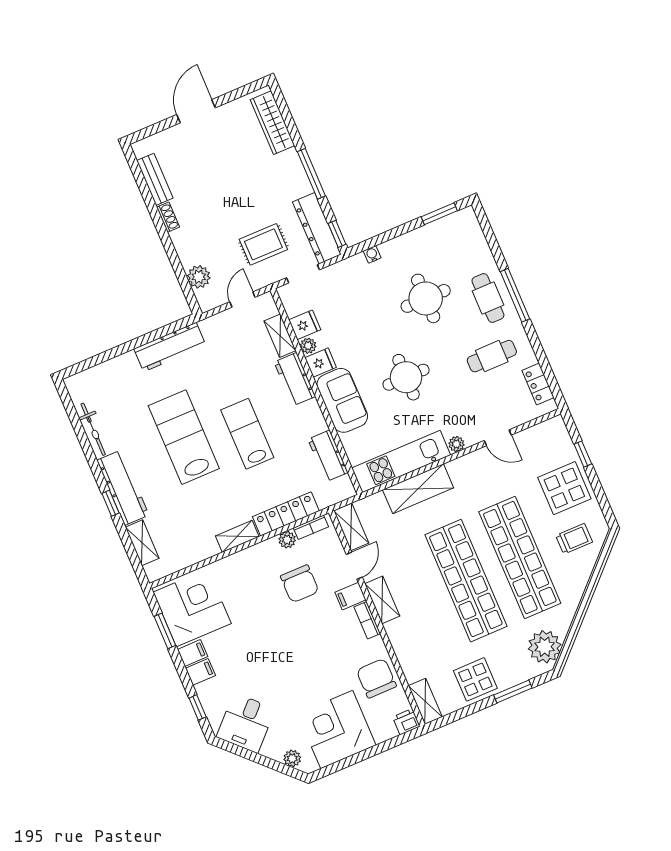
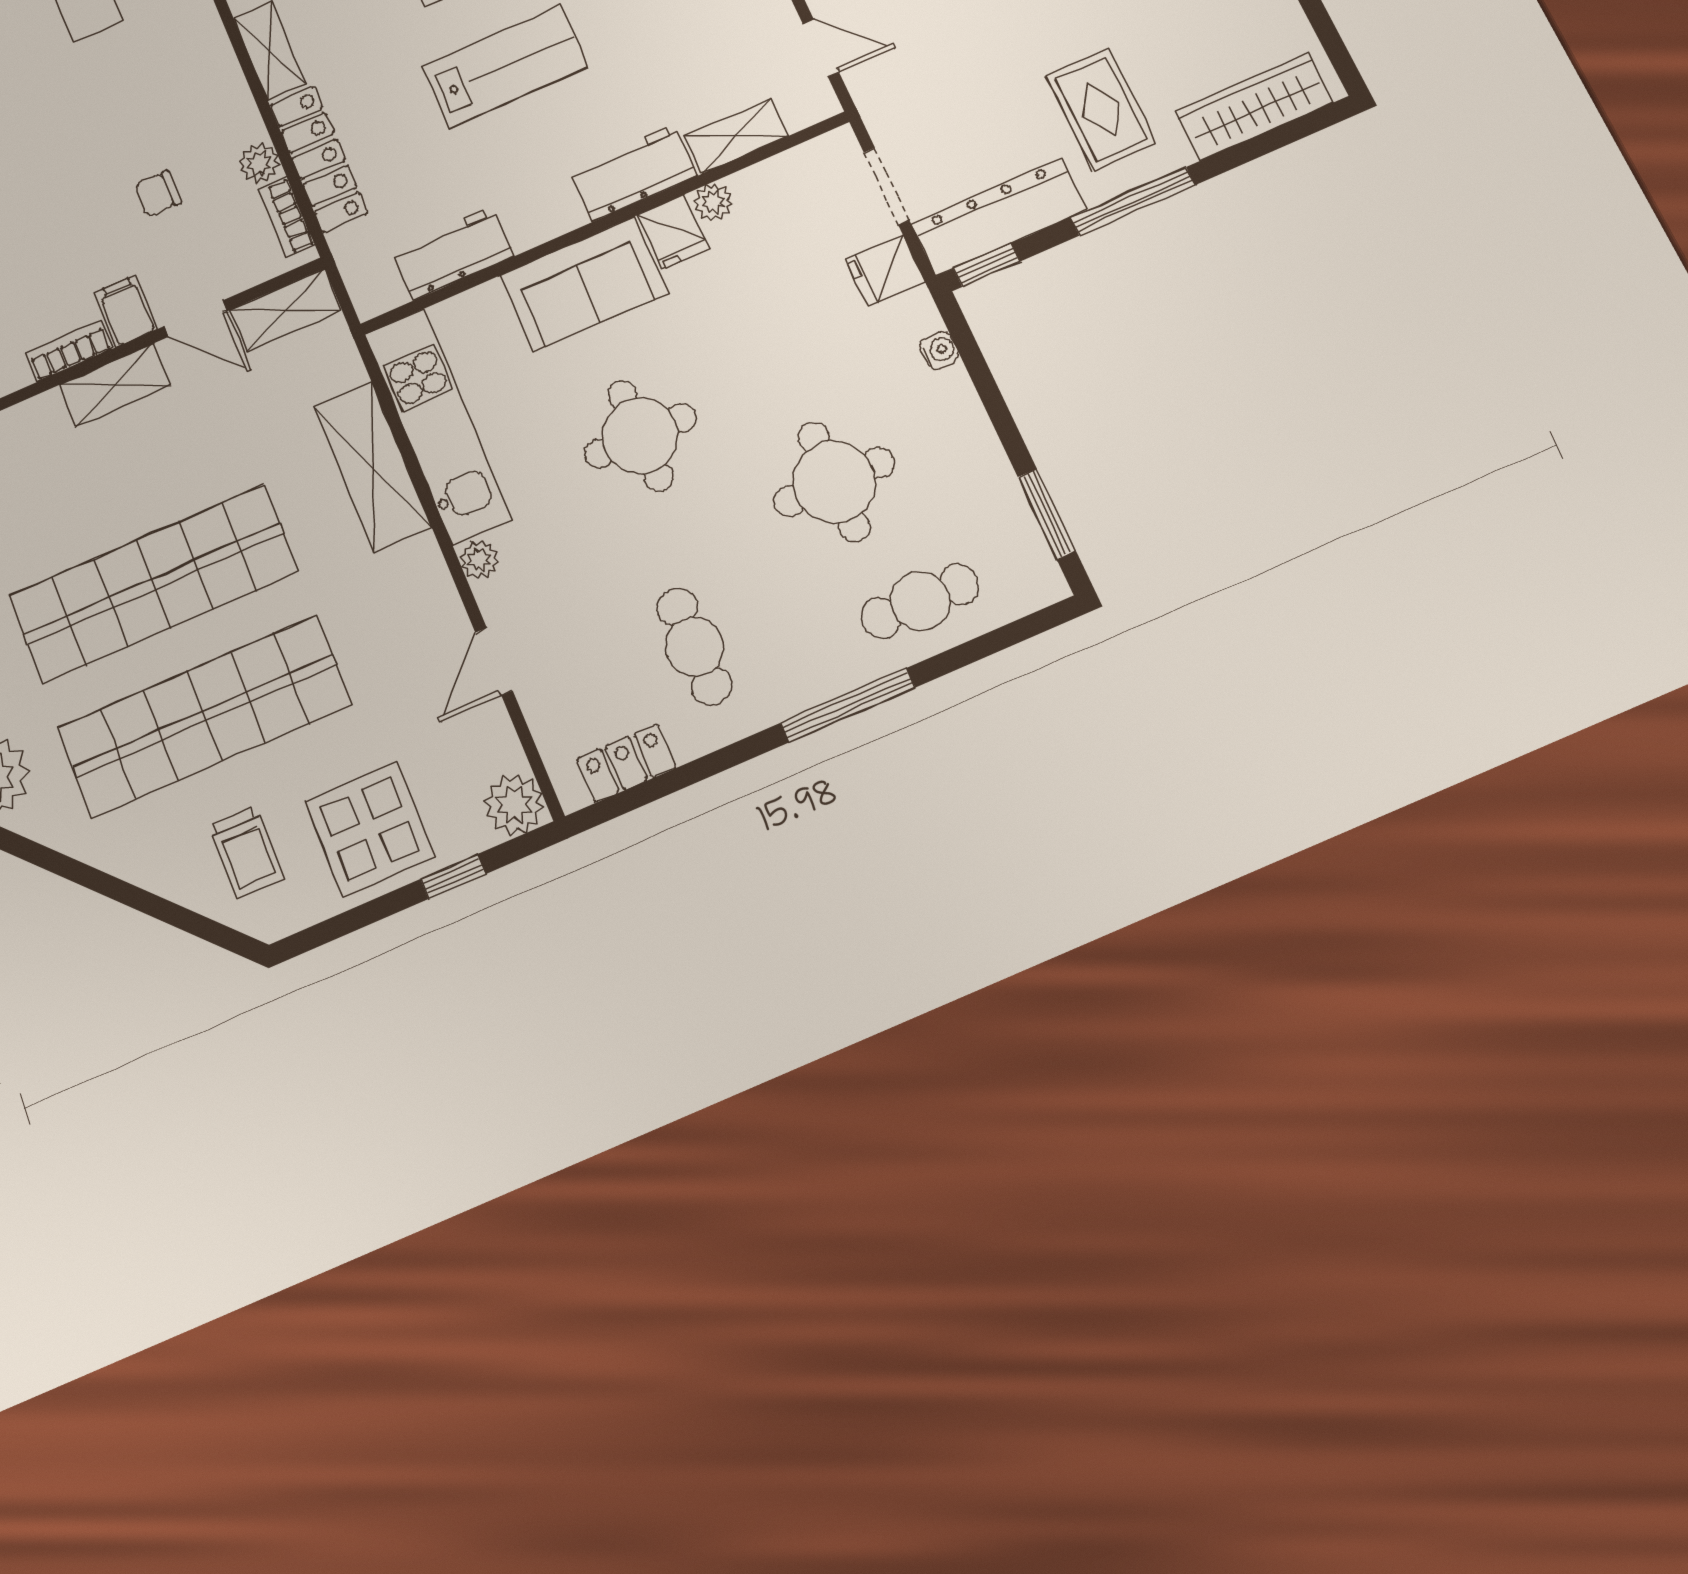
rug: (263, 244) -> (1101, 109), moved
cafe table: (488, 298) -> (920, 601), moved
fridge: (305, 325) -> (885, 270), moved, turned 90
plant: (555, 429) -> (514, 805), added
chair: (300, 584) -> (158, 194), width x0.54, depth x0.54

